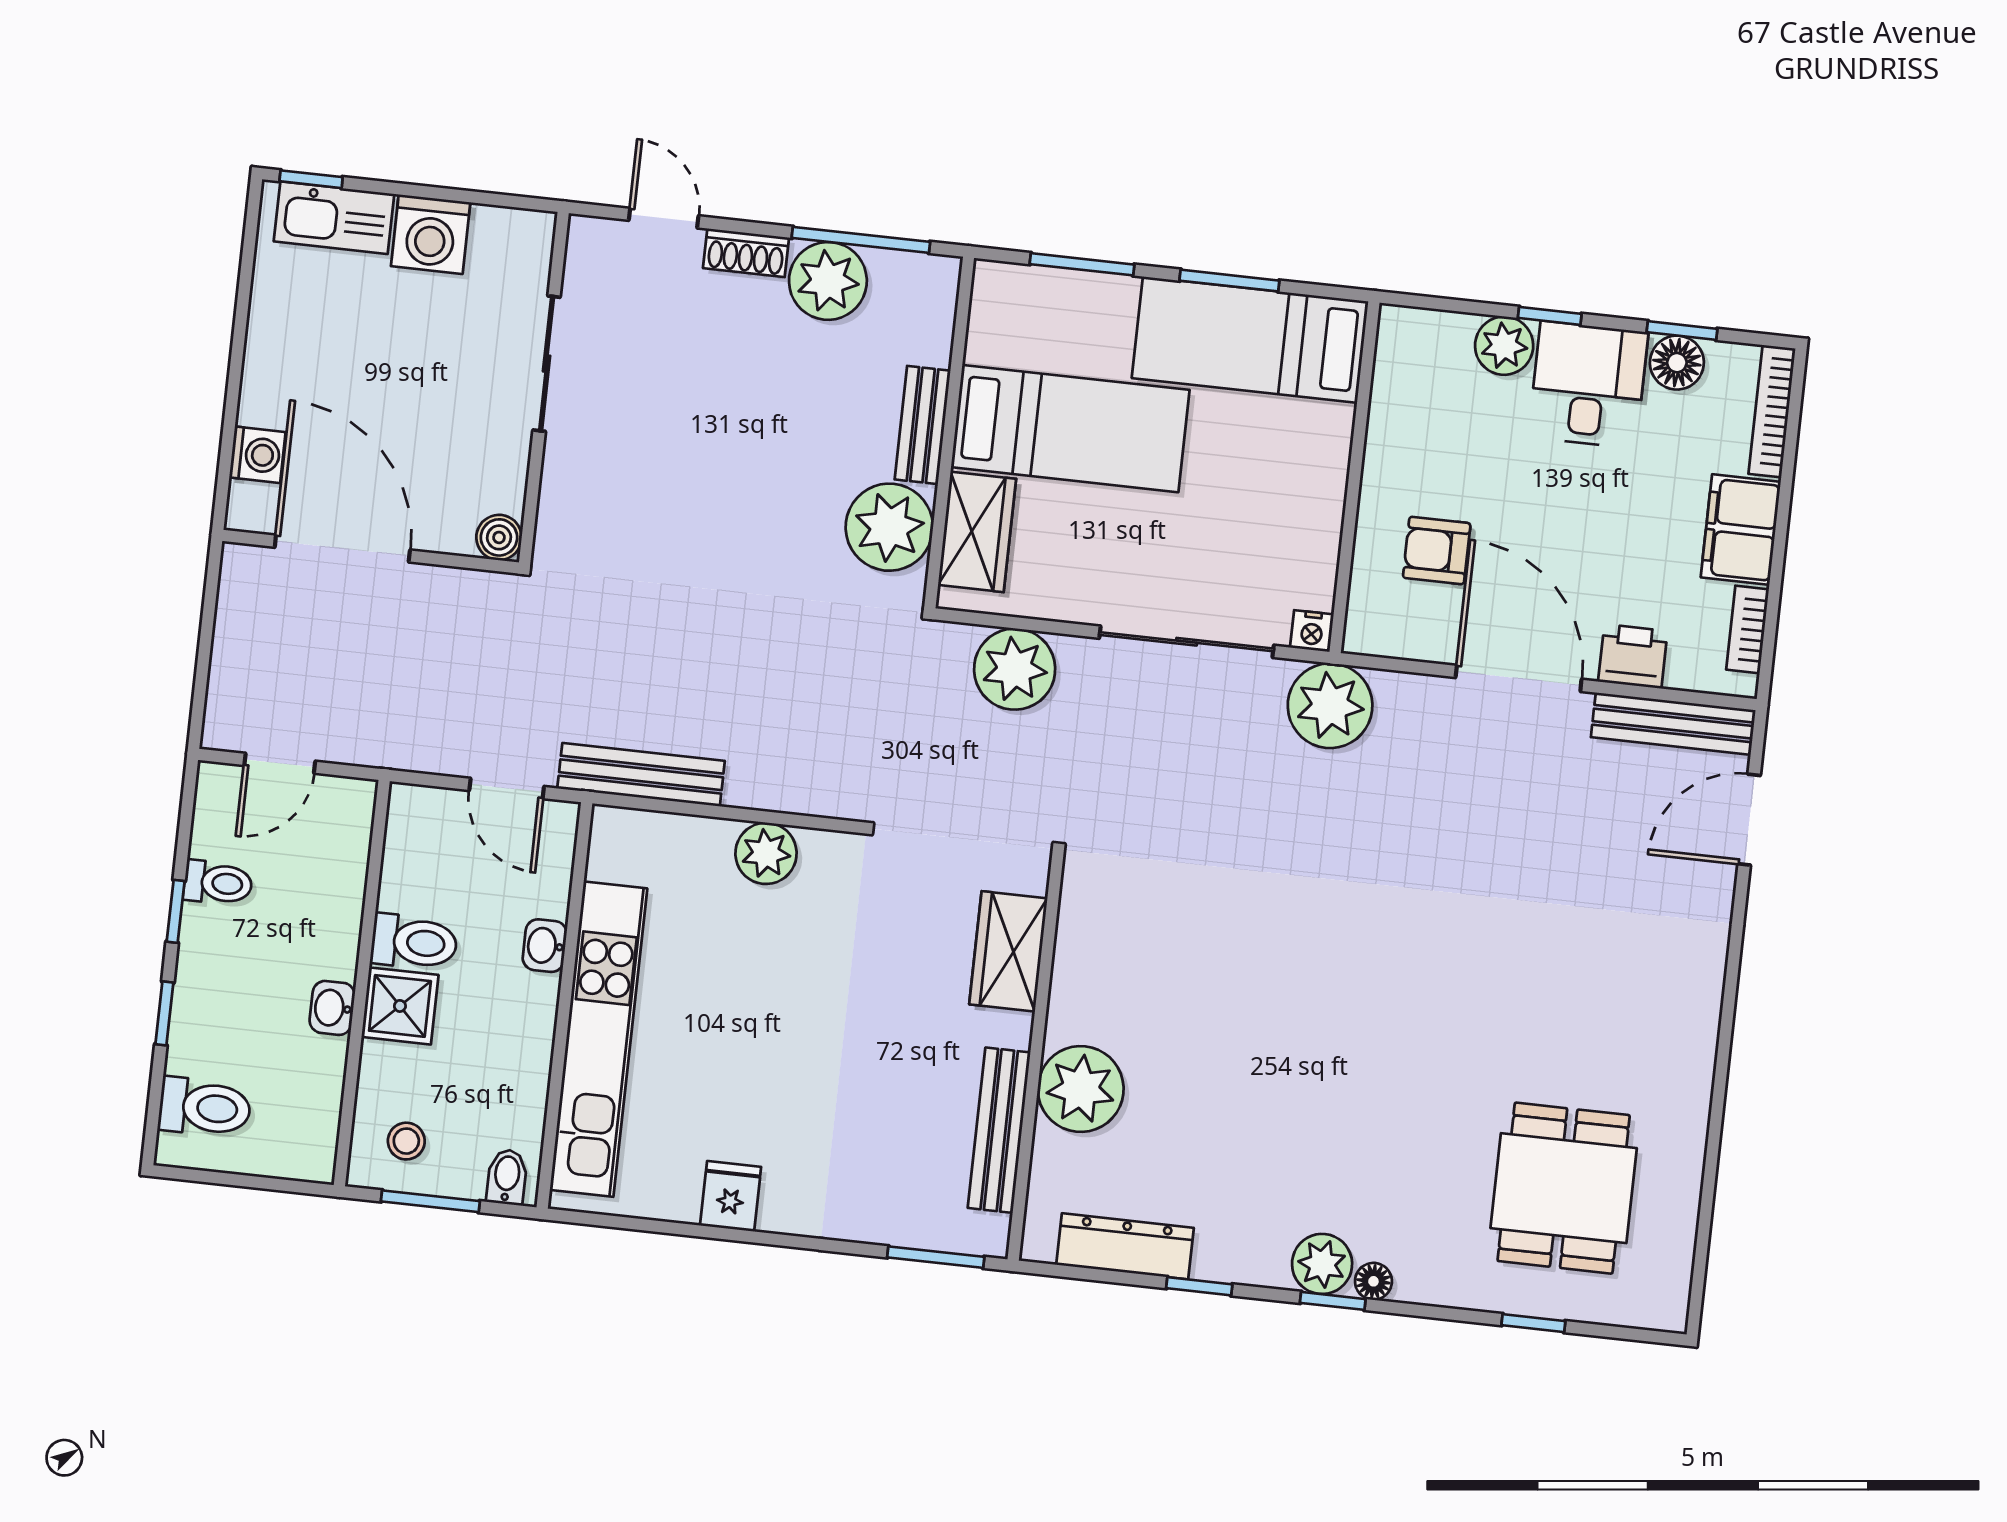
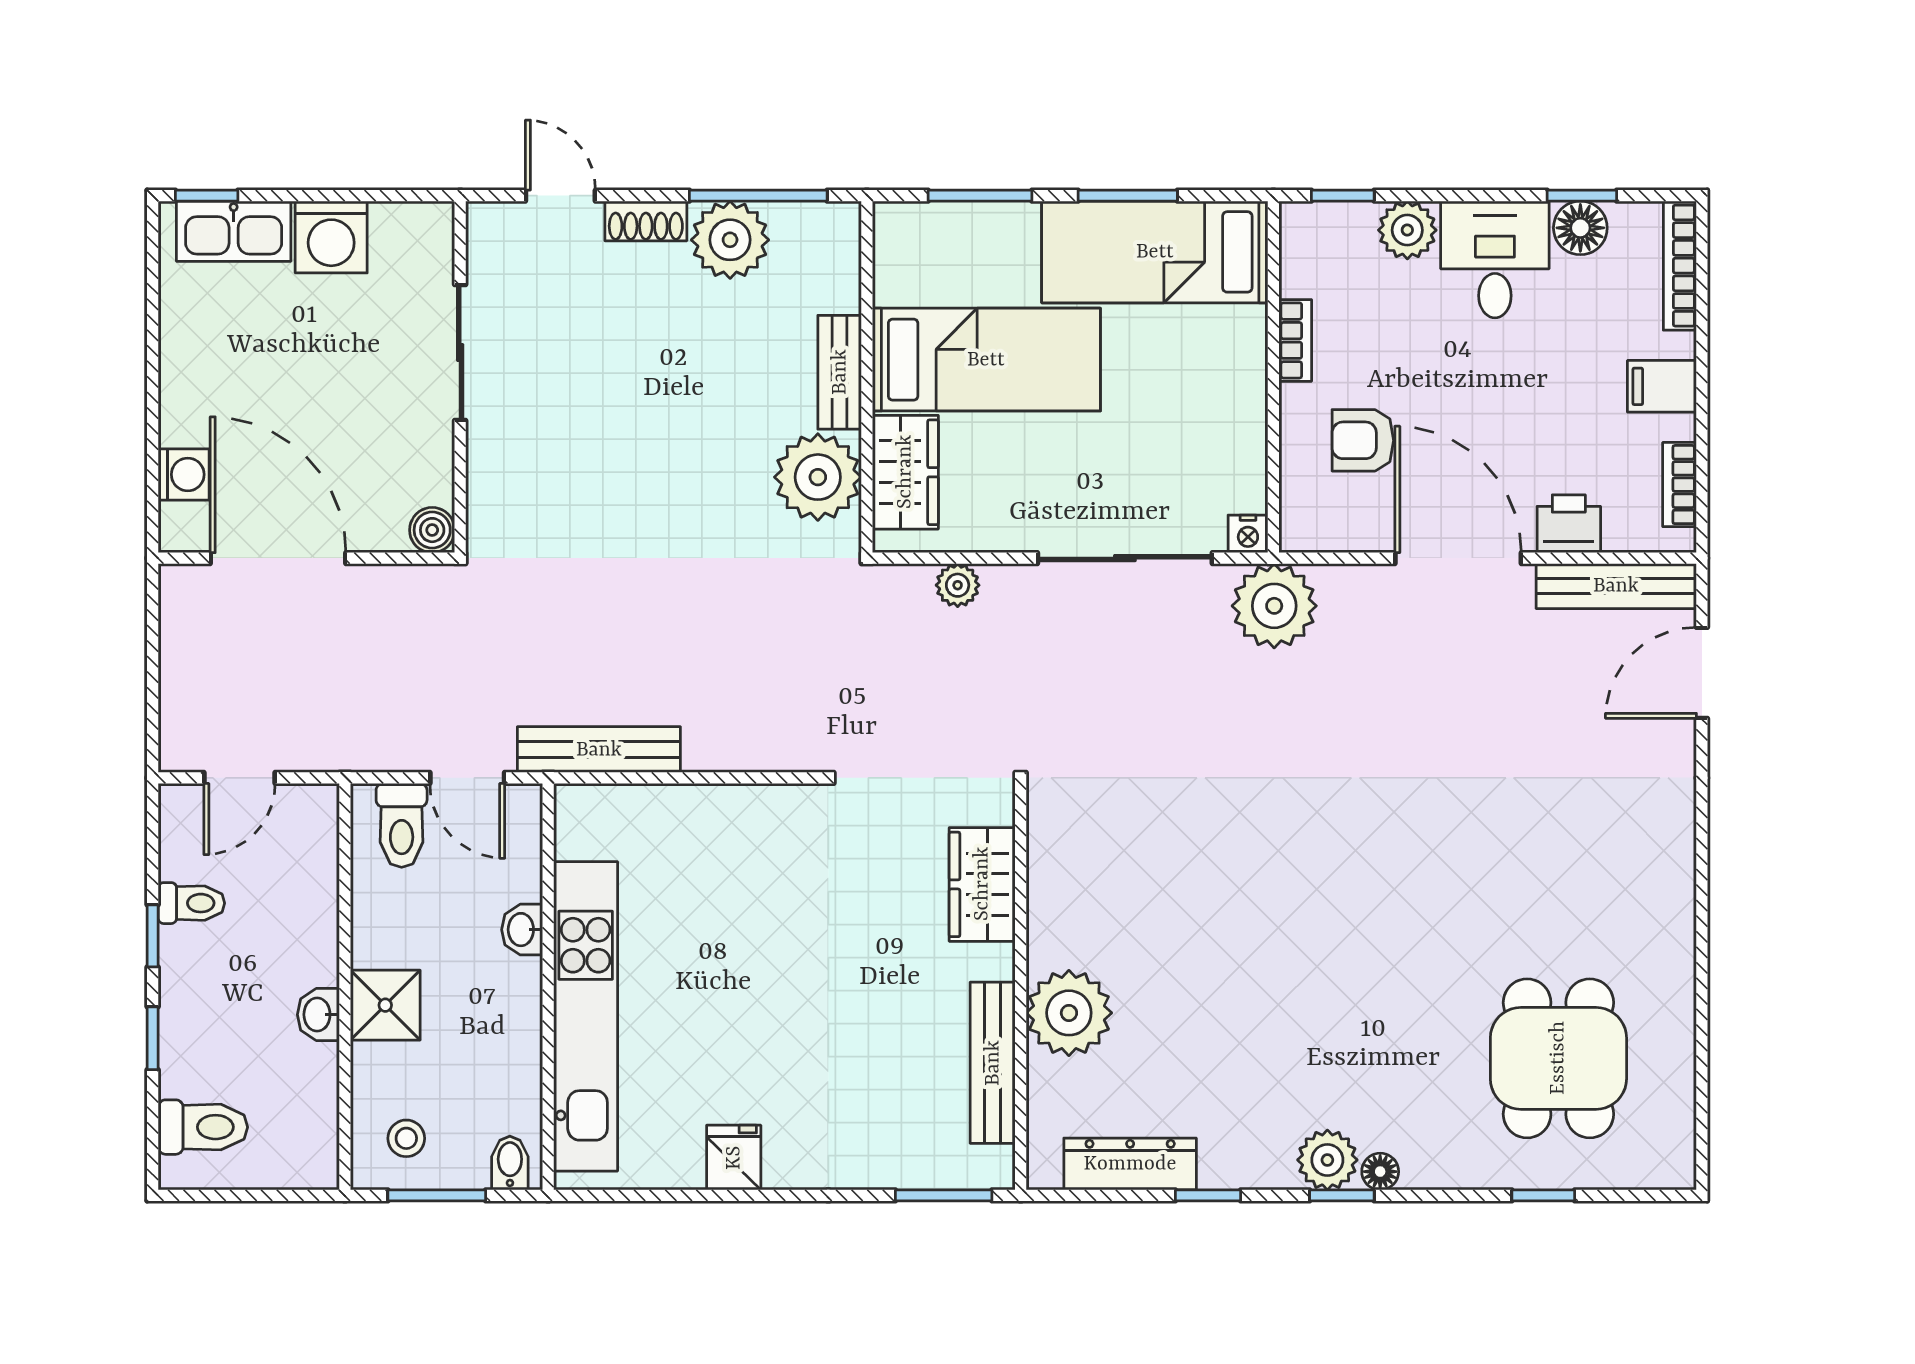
window: (1550, 316) -> (1343, 196), moved
bookcase: (1380, 443) -> (1295, 340), added
filing cabinet: (1741, 530) -> (1662, 386), width x0.50
plant: (1015, 669) -> (958, 585), width x0.53, depth x0.53
plant: (766, 853) -> (731, 814), removed
toilet: (414, 942) -> (402, 825), moved, turned 90

